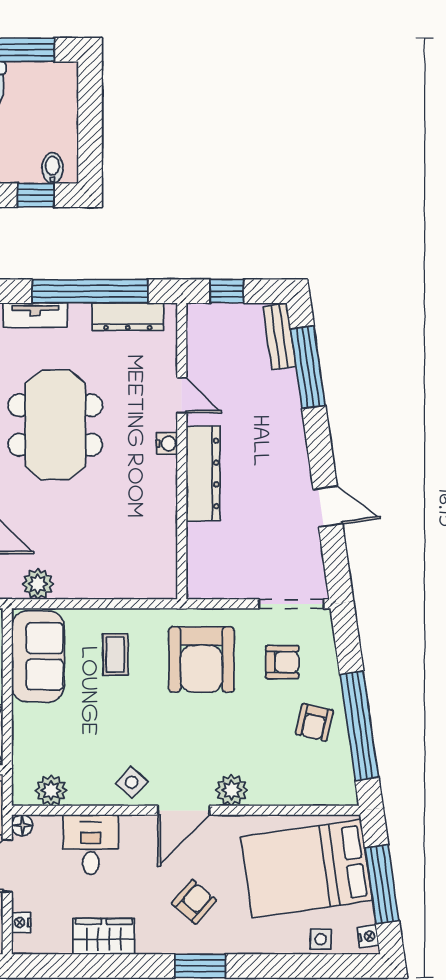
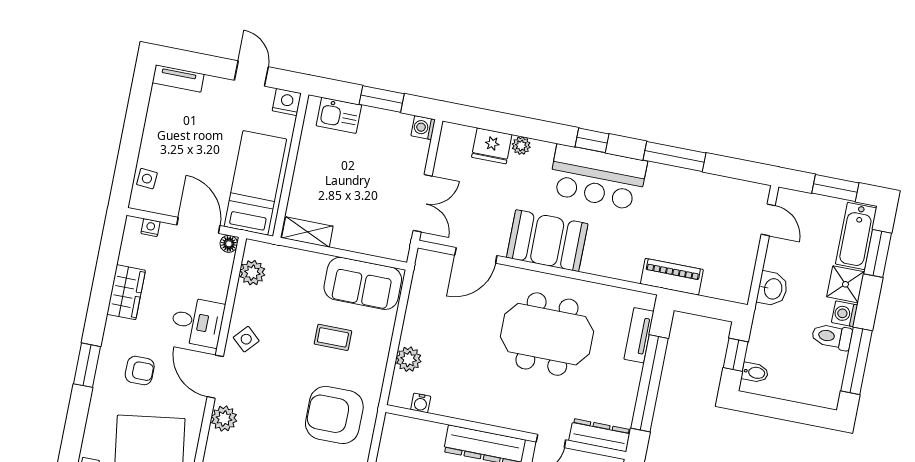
dresser: (128, 317) -> (600, 435), moved, turned 90
water cooler: (167, 444) -> (421, 403), moved
plant: (38, 584) -> (409, 359), moved
coffee table: (115, 655) -> (333, 337), moved
desk: (91, 845) -> (197, 322), moved
armchair: (194, 902) -> (140, 371), turned -41

